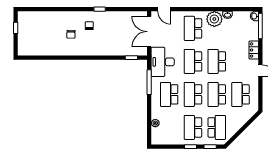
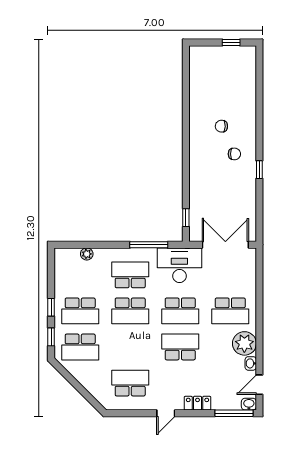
door: (164, 9) -> (259, 385), moved
school desk: (193, 28) -> (230, 311), turned 180
school desk: (193, 61) -> (180, 311), turned 180
school desk: (193, 94) -> (130, 311), turned 180
school desk: (217, 94) -> (130, 347), removed
school desk: (193, 127) -> (80, 311), turned 180

